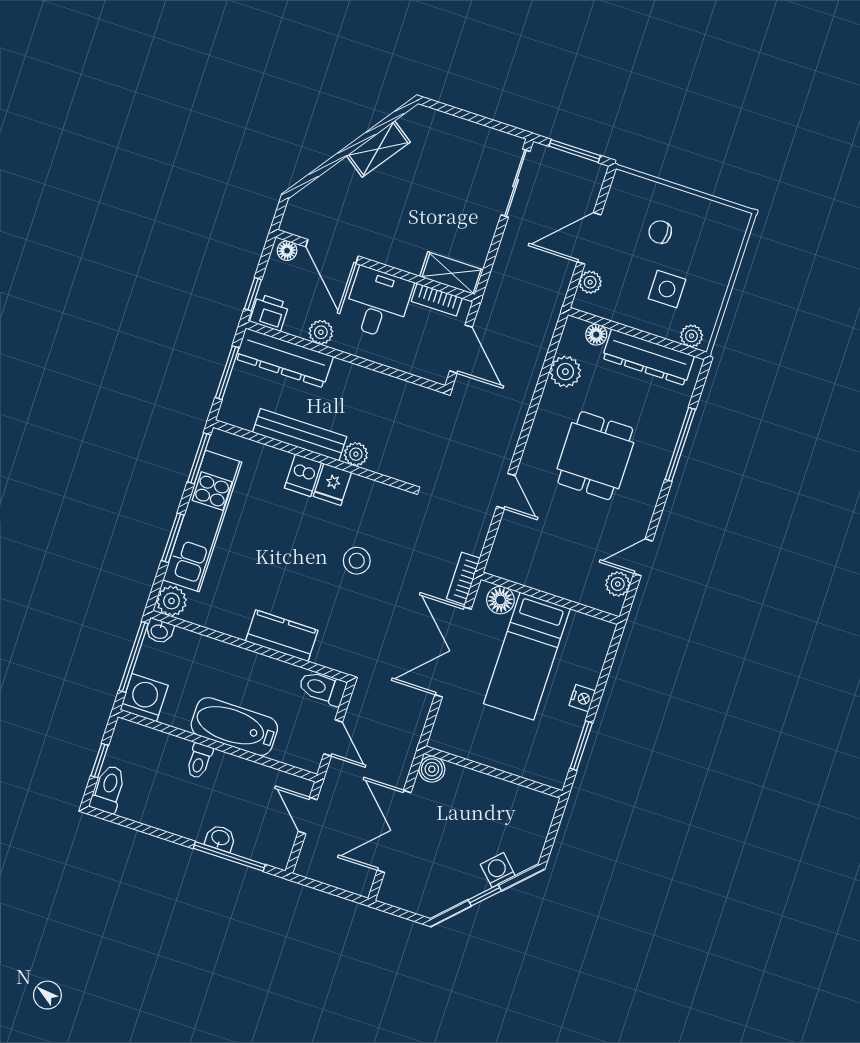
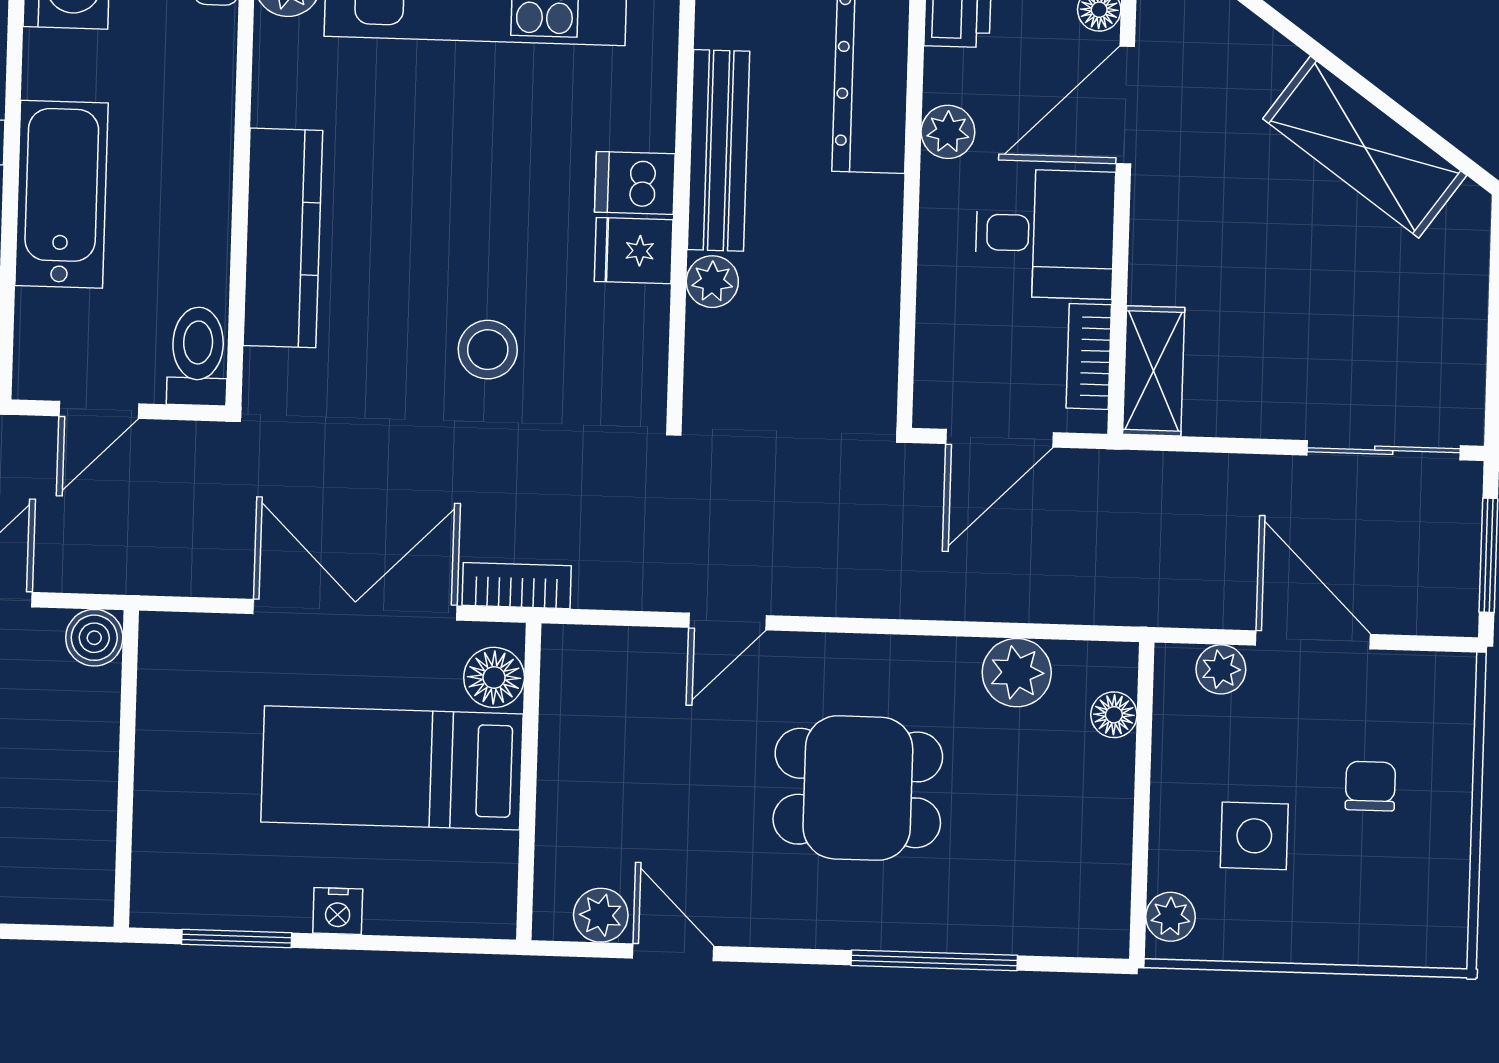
shelving: (378, 149) -> (1365, 147), width x1.50, depth x1.33
dresser: (648, 357) -> (1099, 838), removed
kitchen counter: (282, 636) -> (283, 238), width x1.50

